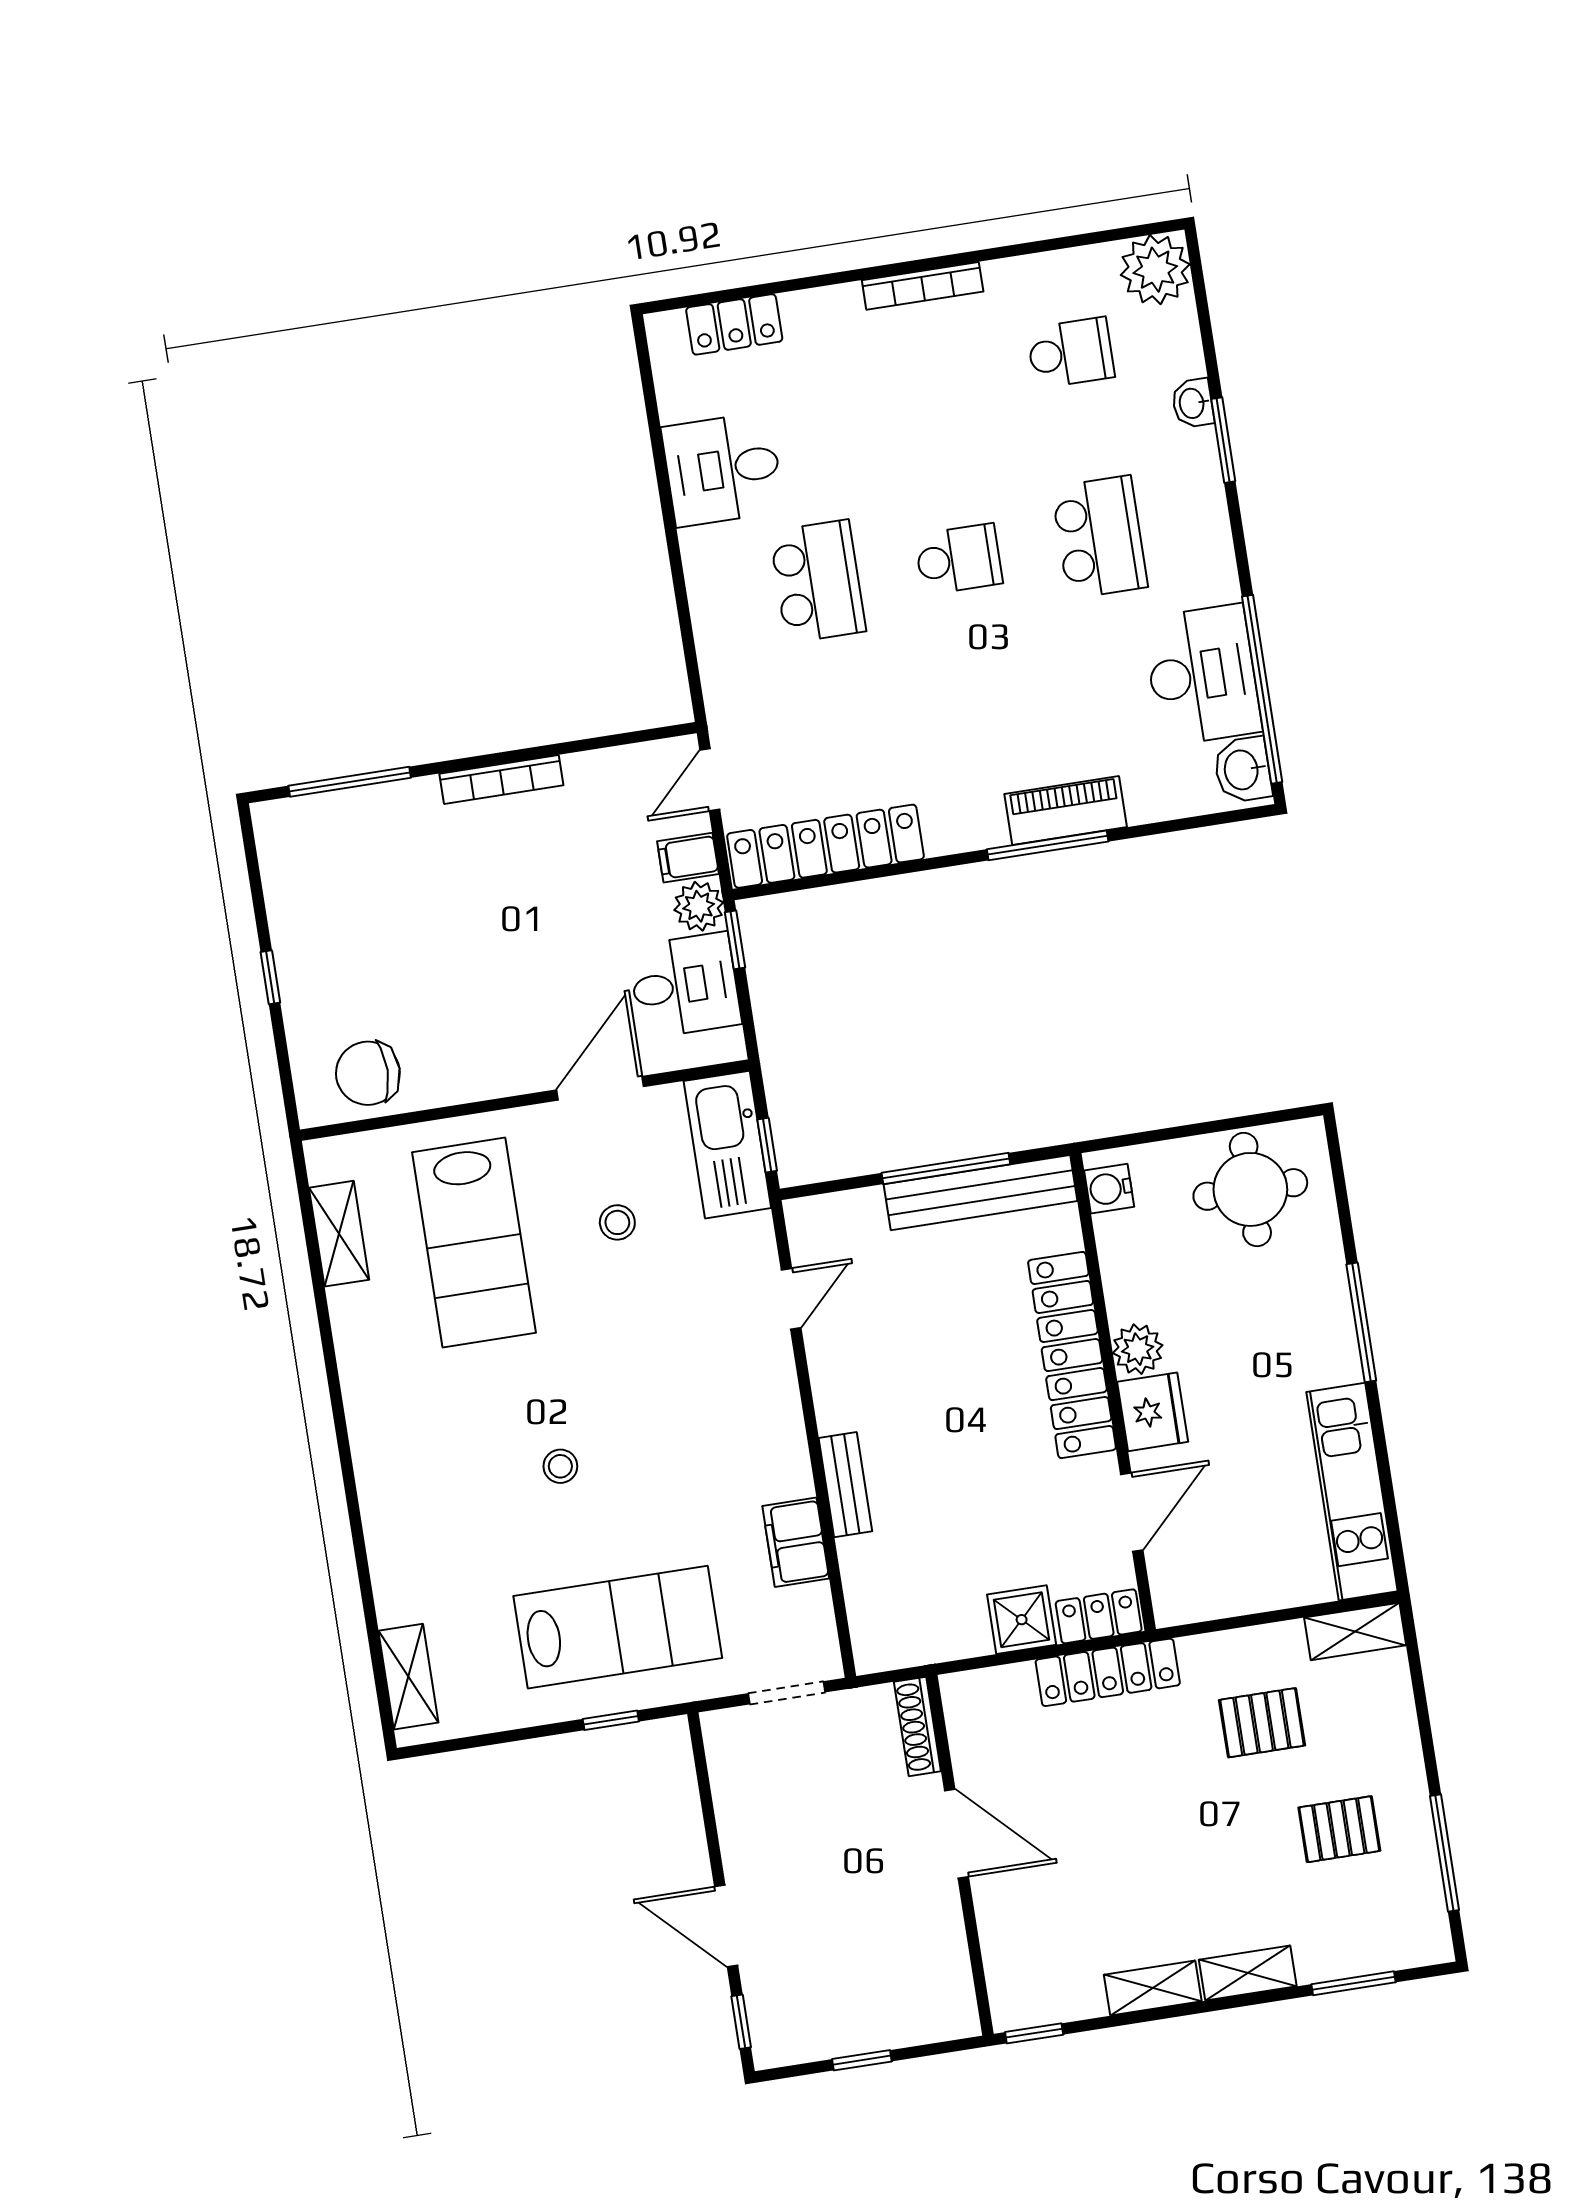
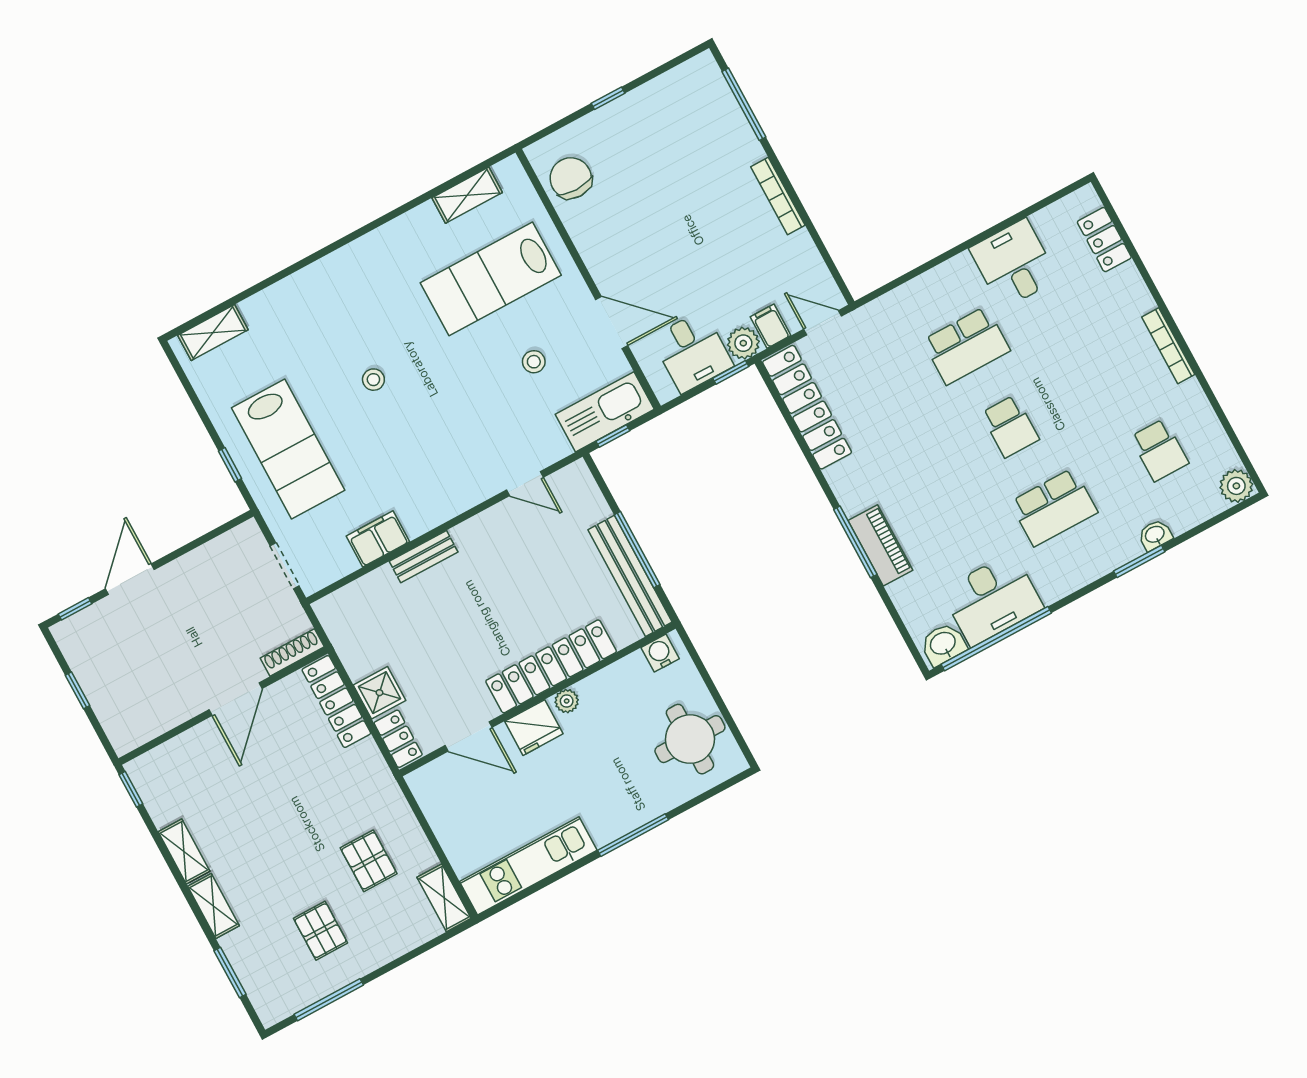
plant: (1155, 270) -> (1236, 486), width x0.73, depth x0.73
plant: (1138, 1349) -> (567, 701), width x0.73, depth x0.73
locker: (1108, 1672) -> (336, 702), moved

